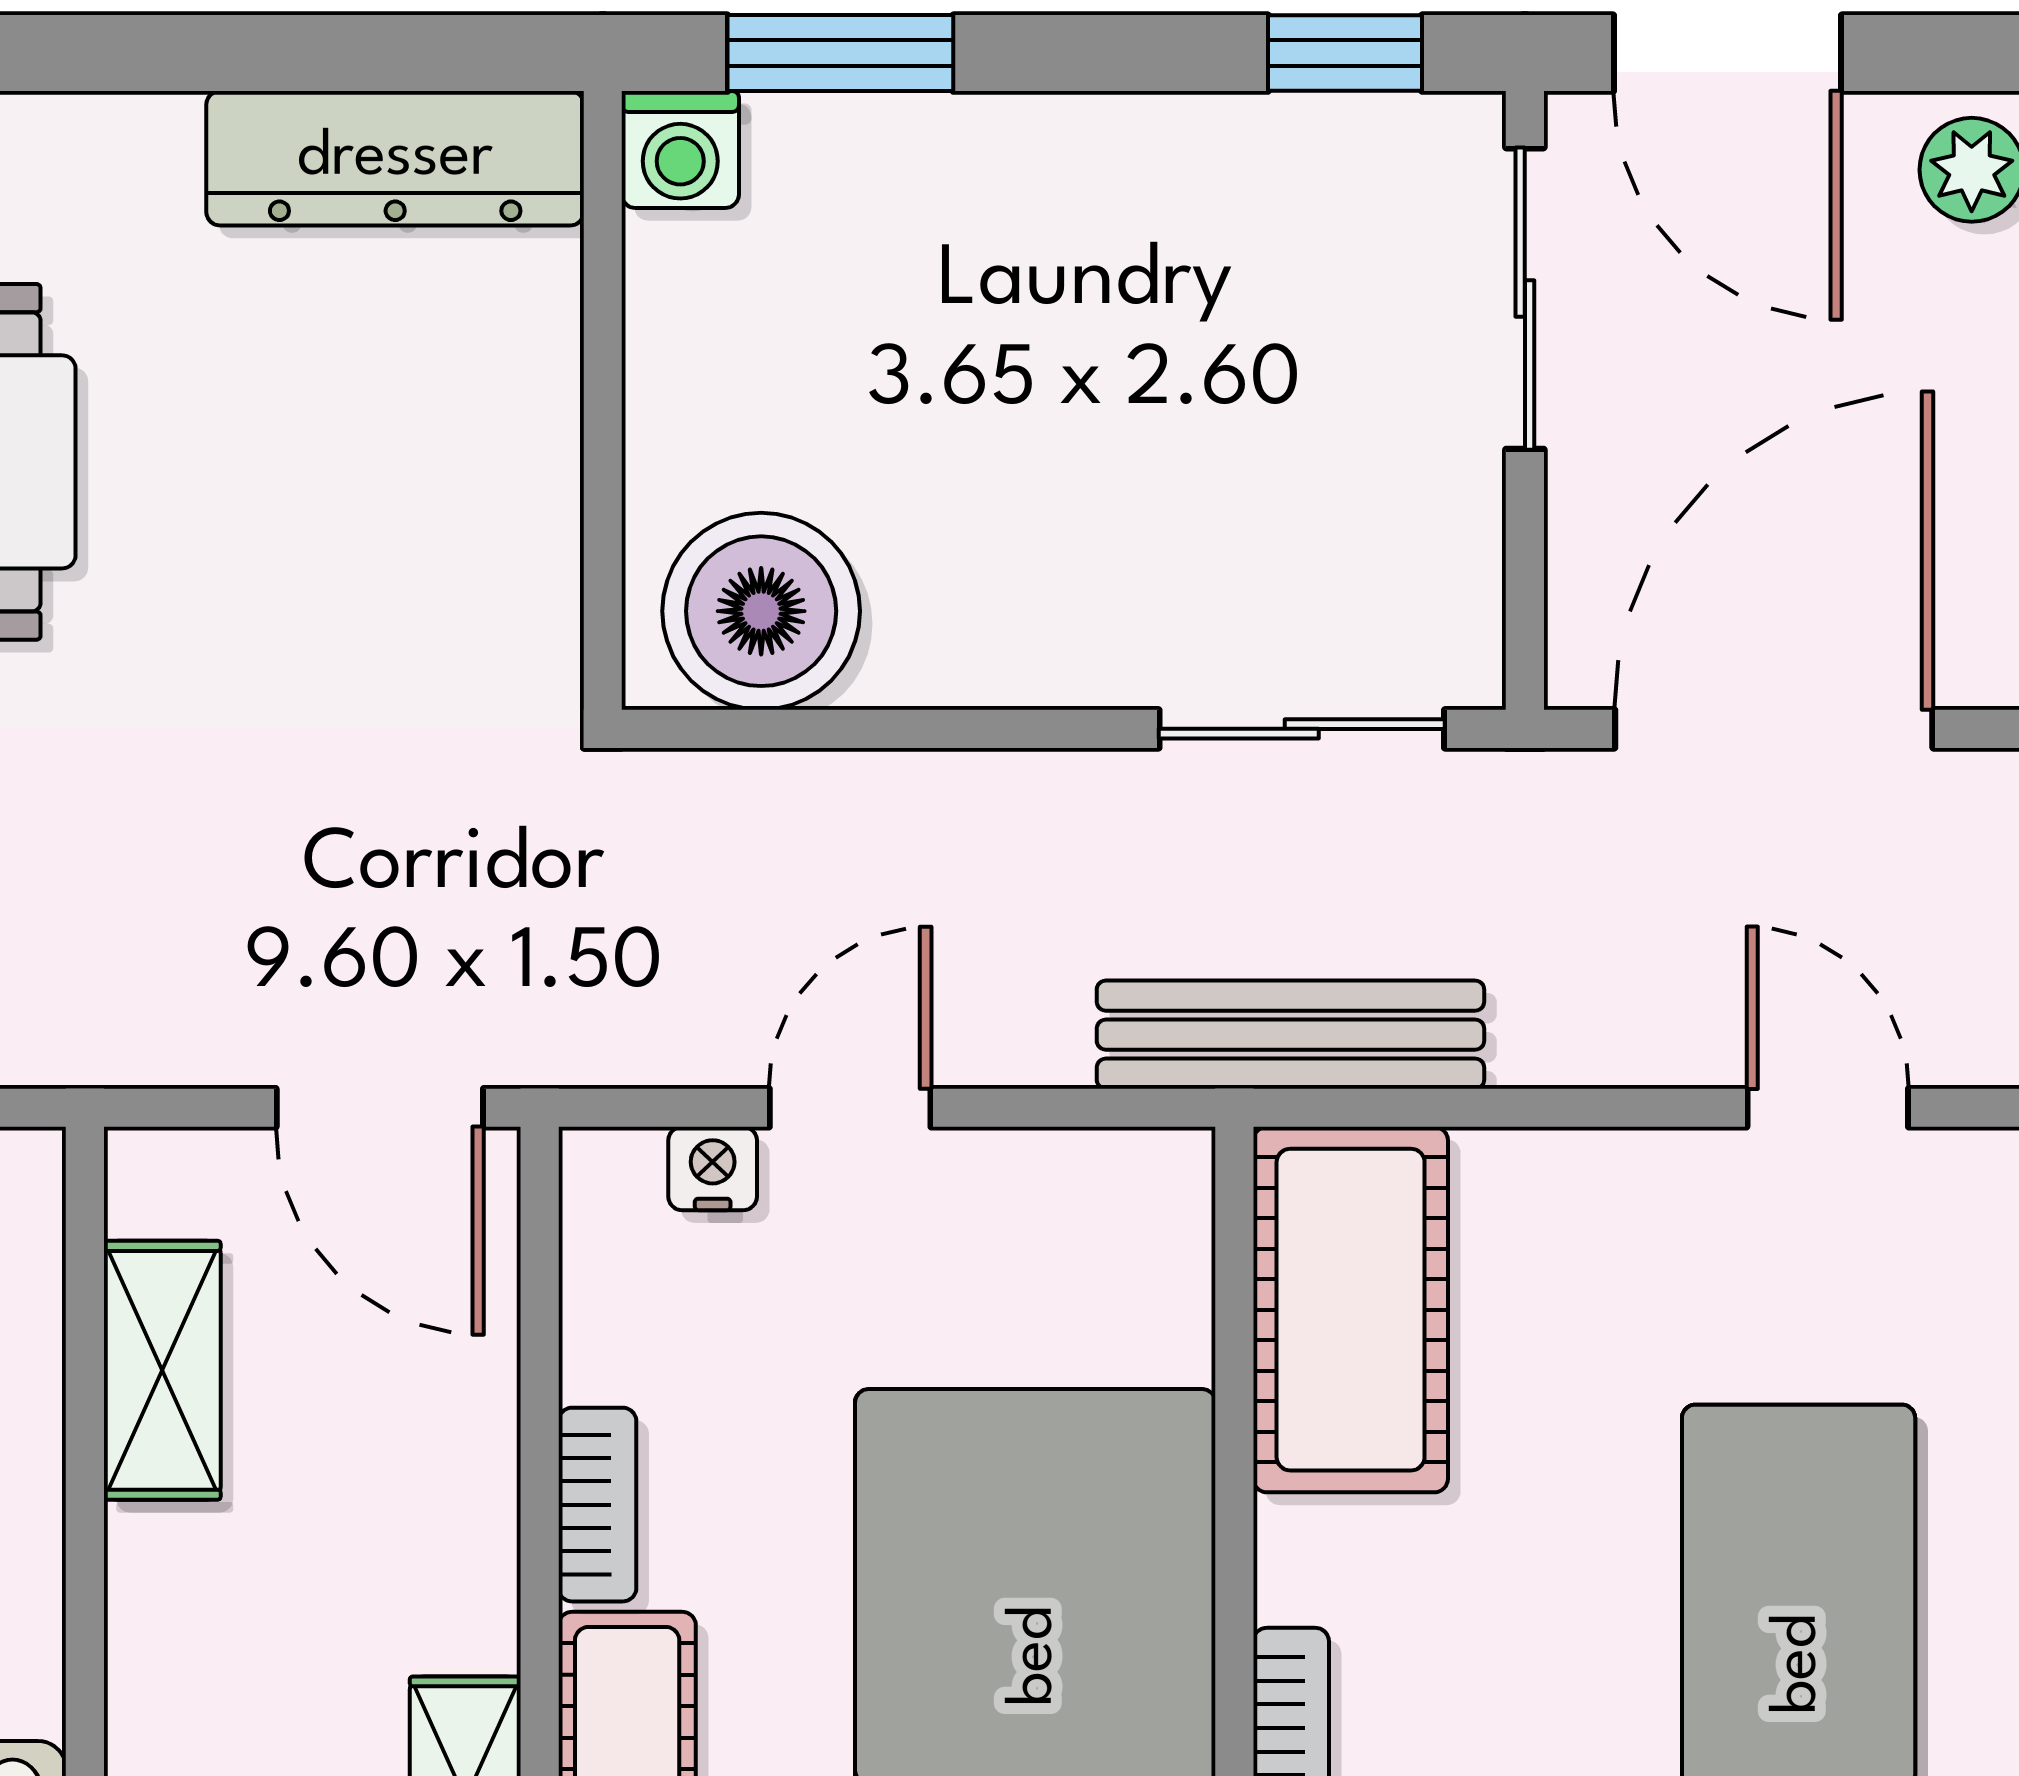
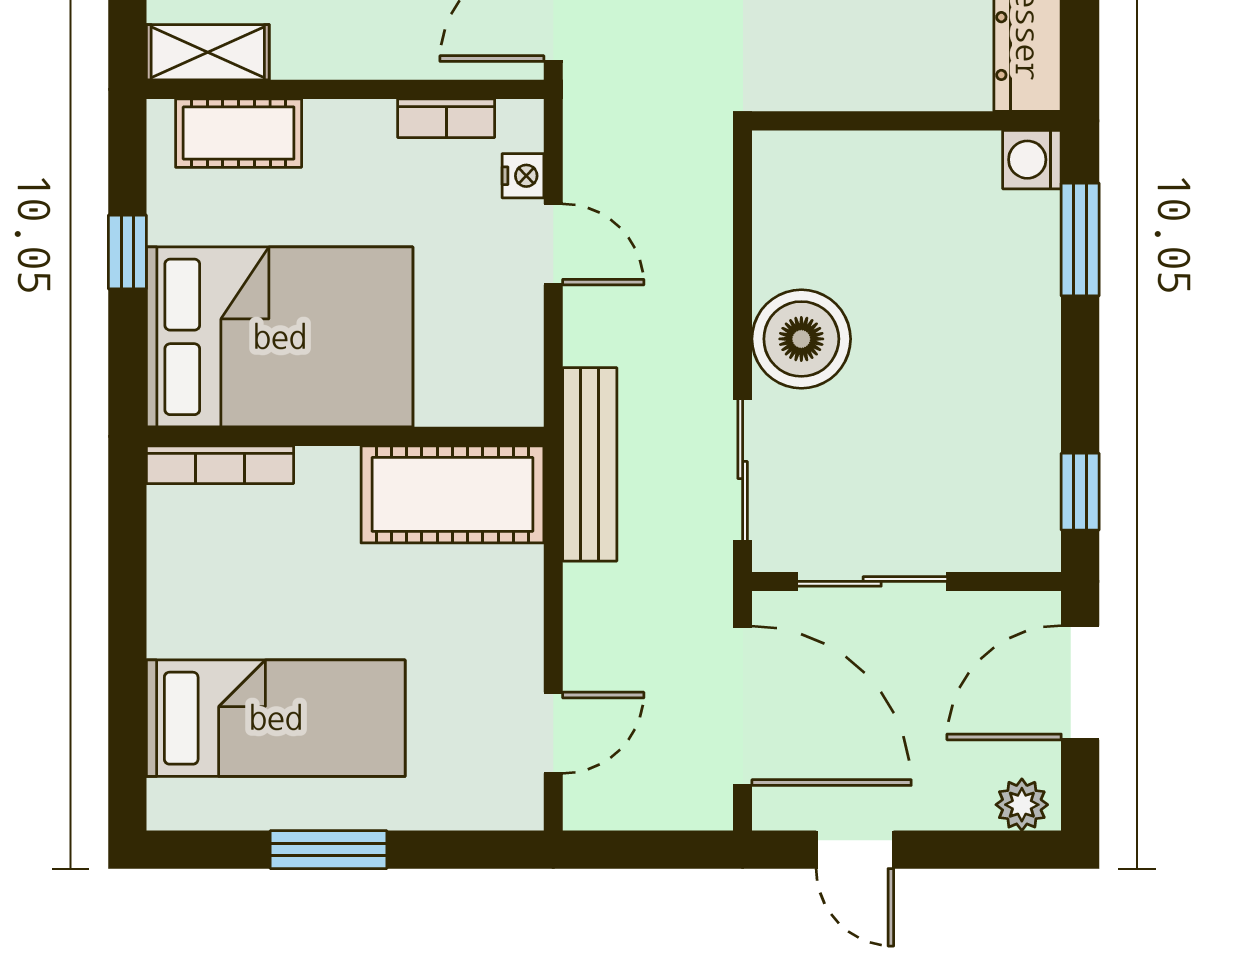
sliding door: (1525, 299) -> (872, 581), moved
boiler: (761, 611) -> (801, 339), moved
bookcase: (597, 1505) -> (446, 118), moved

